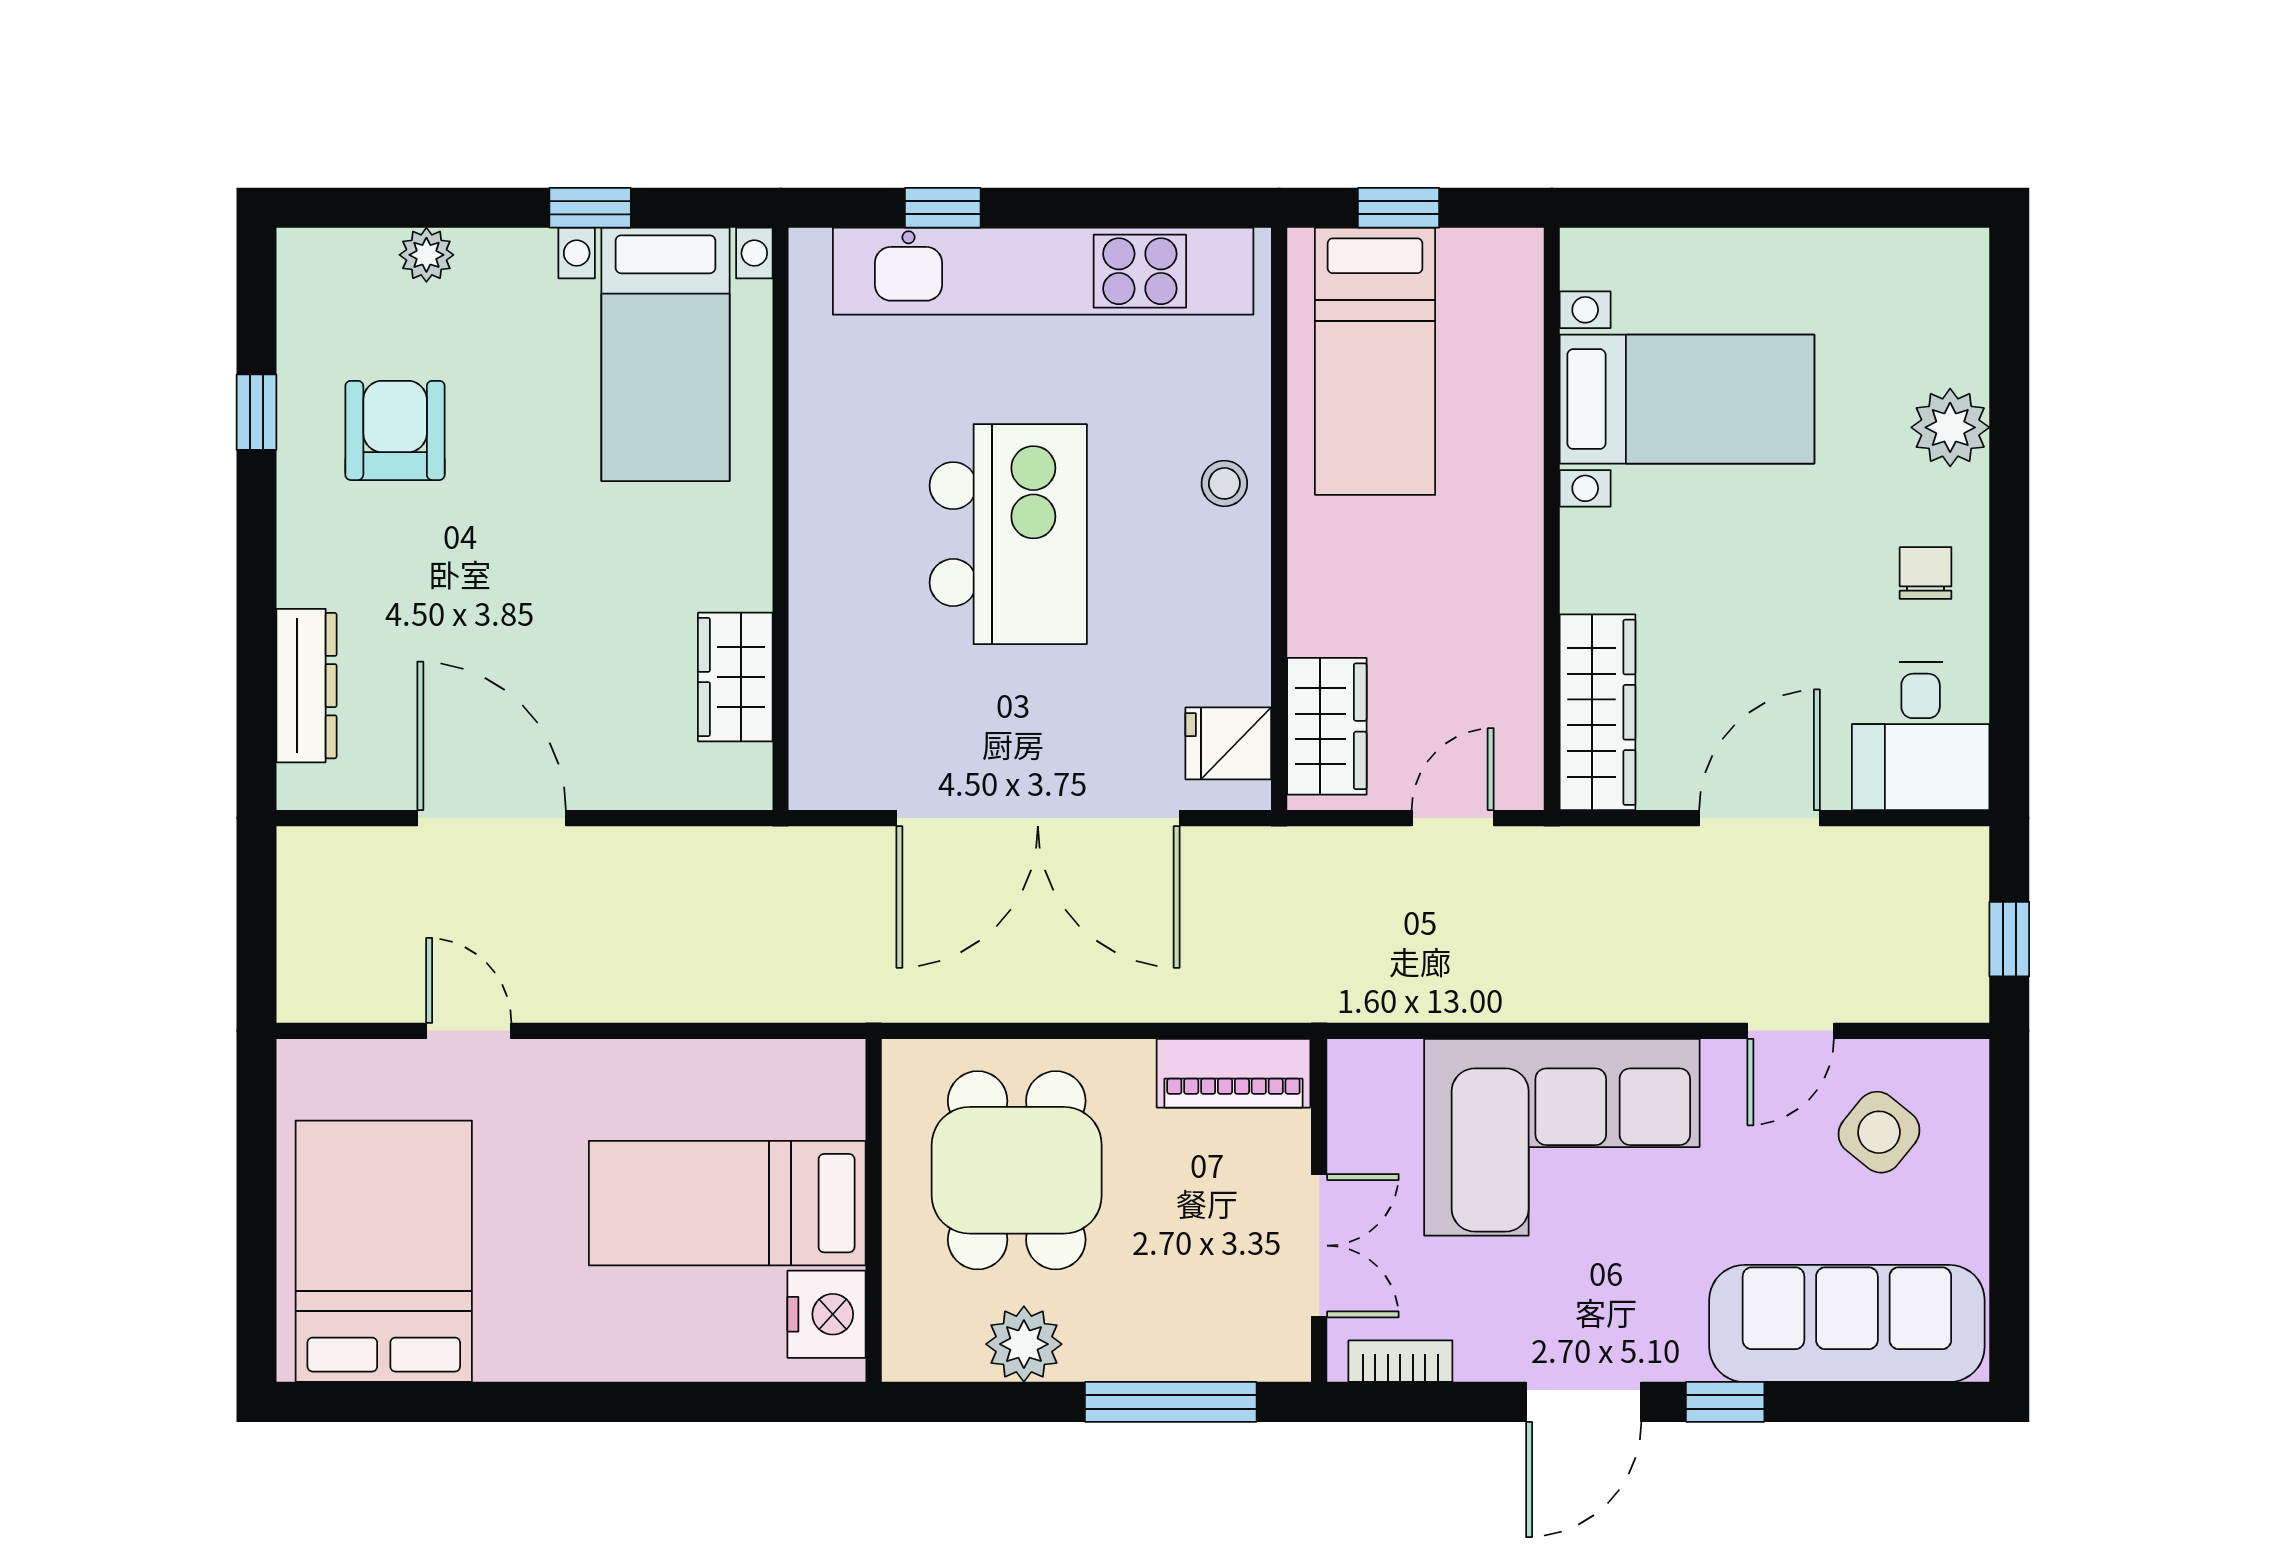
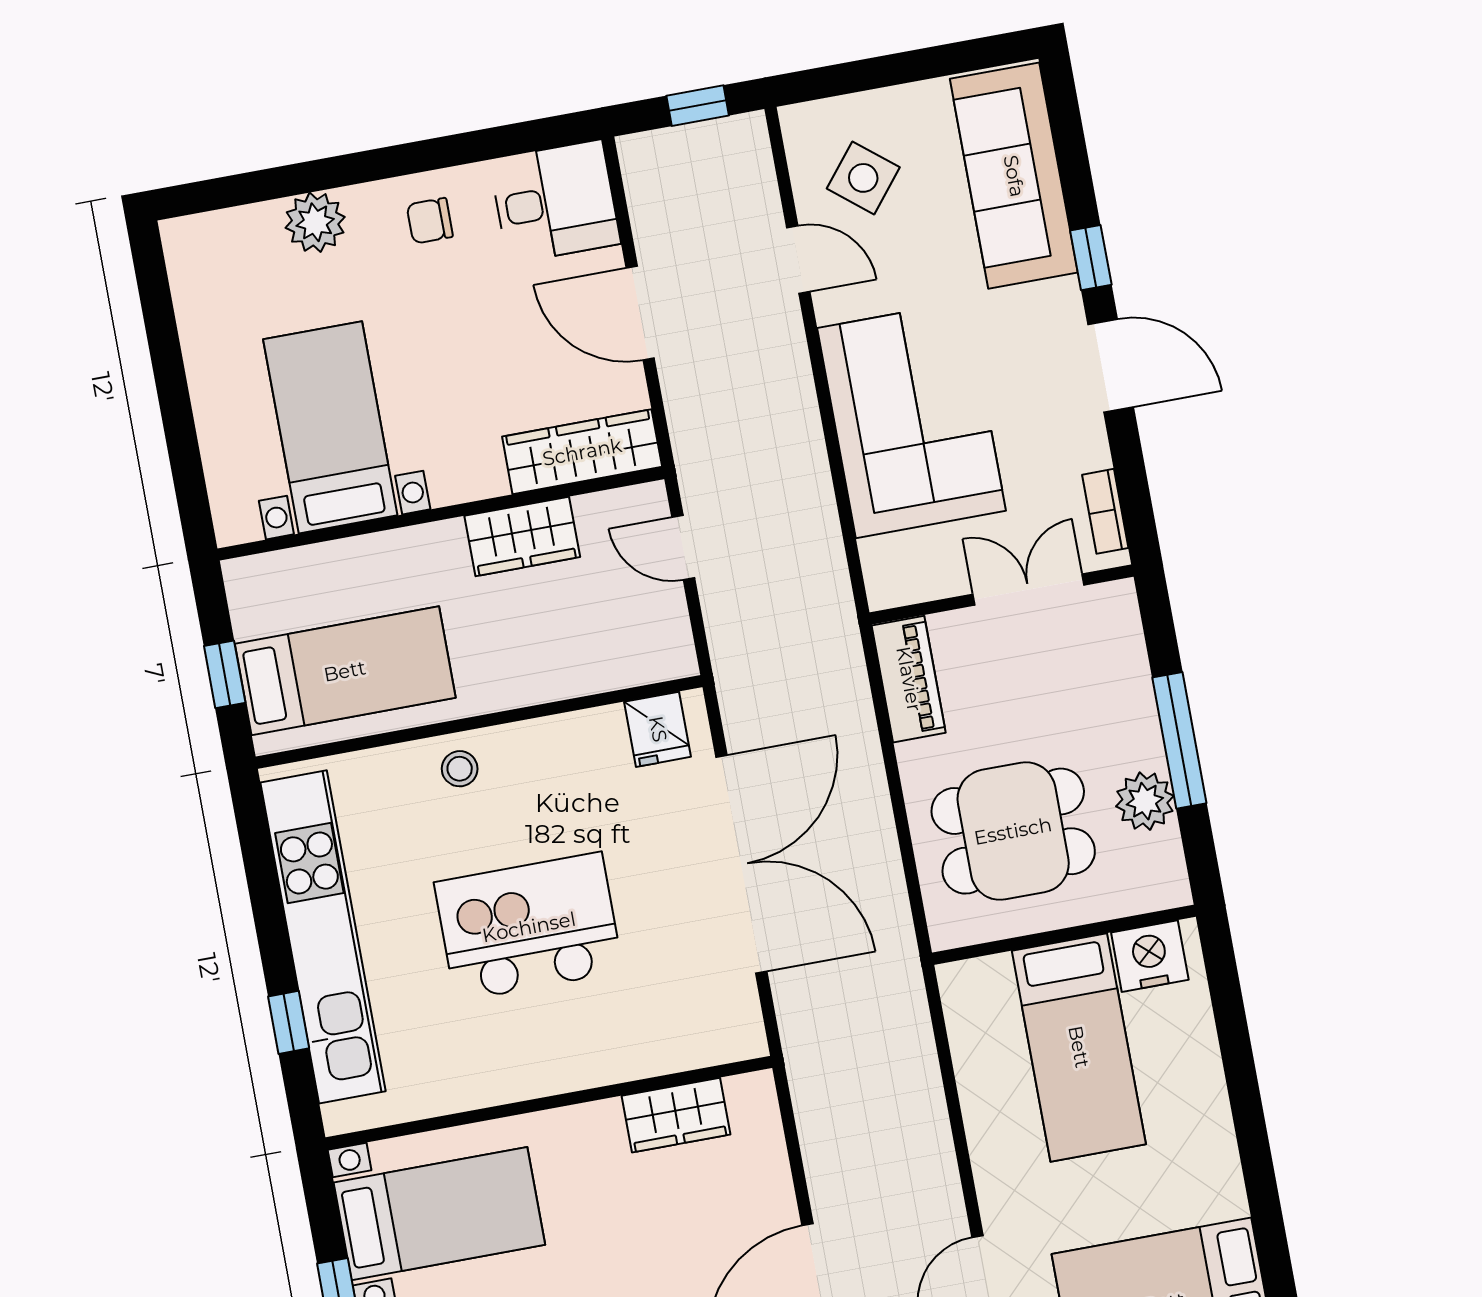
wardrobe: (1327, 726) -> (522, 536), moved, turned 180
window: (1171, 1402) -> (1179, 740), moved

